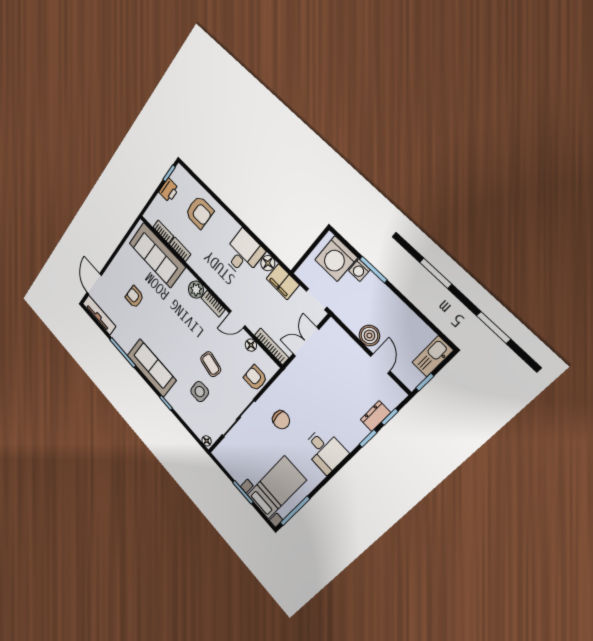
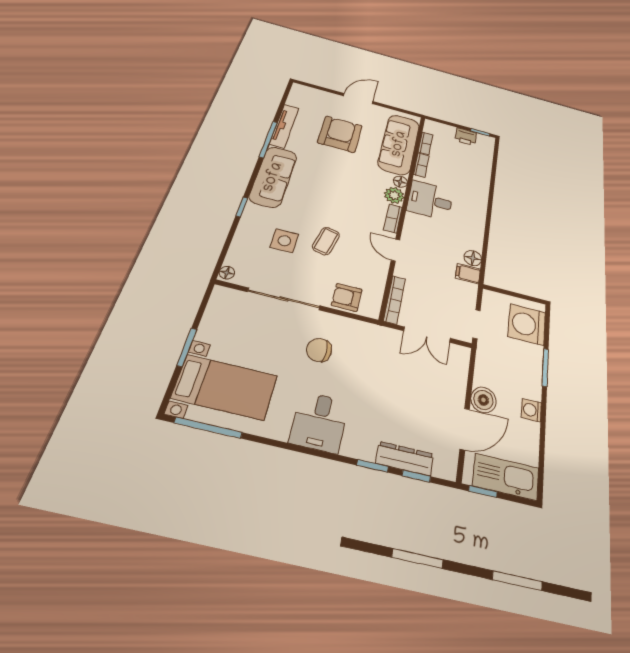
armchair: (199, 212) -> (468, 172), removed
desk: (243, 254) -> (430, 200), moved, turned 180
washing machine: (359, 270) -> (531, 410), moved
filing cabinet: (283, 282) -> (468, 274), width x0.50
door: (94, 284) -> (358, 99), moved
armchair: (134, 297) -> (340, 134), width x1.88, depth x1.88
tv unit: (99, 315) -> (284, 126), moved
double door: (306, 342) -> (427, 335), swing flipped
floor lamp: (251, 345) -> (400, 182), moved
kitchen sink: (433, 356) -> (506, 477), width x1.36, depth x1.24
door: (380, 364) -> (465, 429), width x1.38
armchair: (255, 378) -> (347, 297), turned -90
dresser: (375, 416) -> (405, 459), width x1.44
chair: (281, 420) -> (319, 350), turned 90

